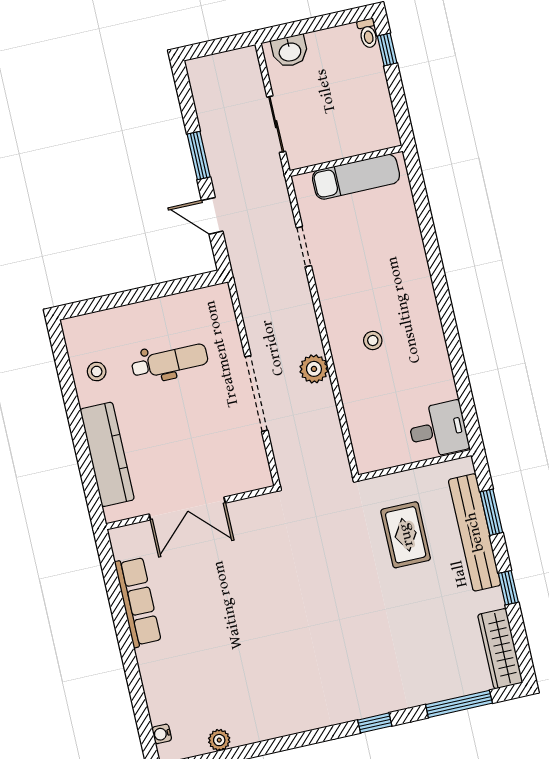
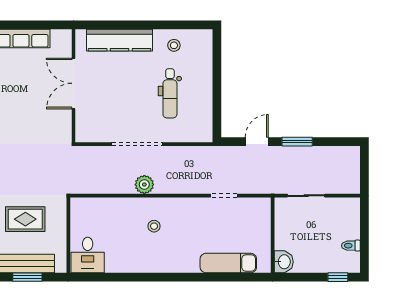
toilet: (368, 33) -> (351, 246), moved
washbasin: (290, 51) -> (284, 262), moved, turned 180
exam couch: (356, 177) -> (228, 263), moved, turned 90

